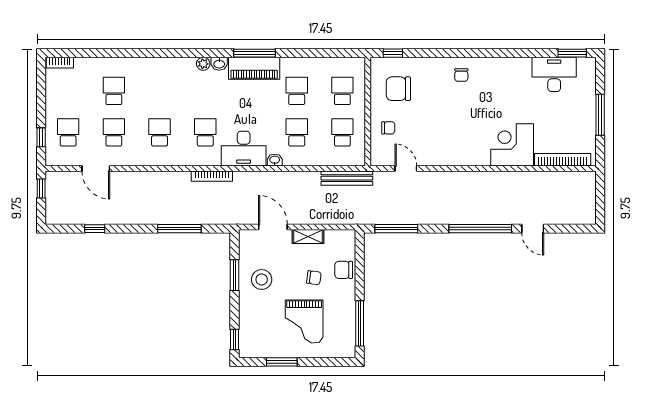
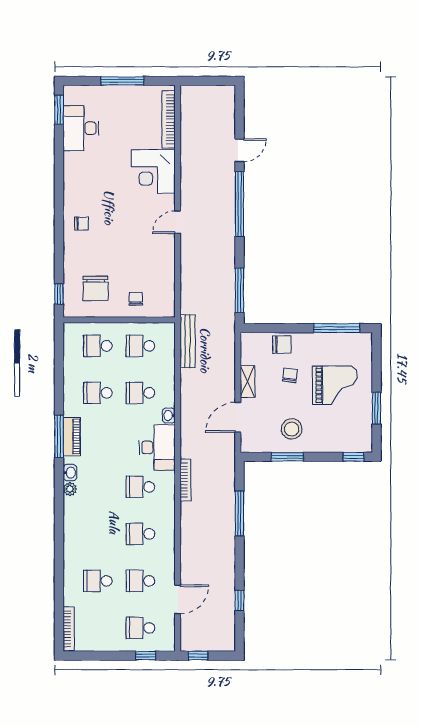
bookcase: (60, 63) -> (69, 629), width x1.56
piano: (254, 68) -> (72, 437), width x0.73, depth x0.75
door: (406, 169) -> (178, 222), moved
chair: (344, 270) -> (282, 345), turned -90

